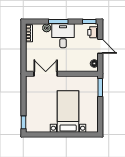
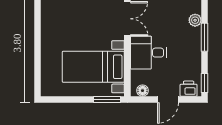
desk: (63, 36) -> (148, 53), moved, turned 180
bed with nightstands: (68, 111) -> (93, 67), moved, turned 180

